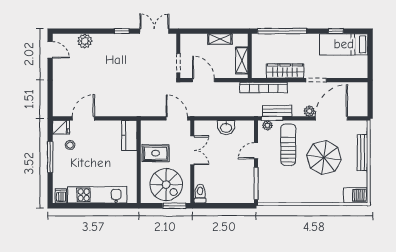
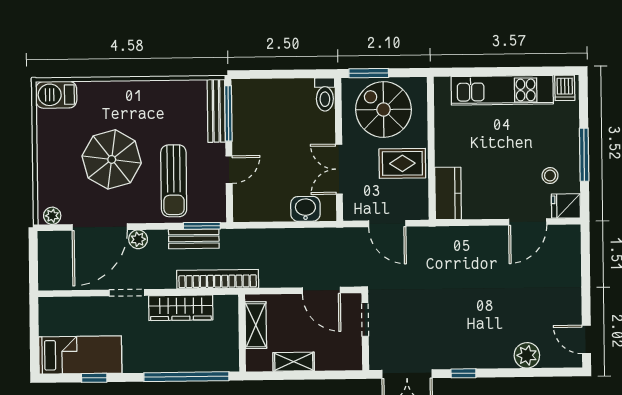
door: (177, 118) -> (387, 224), moved
plant: (267, 125) -> (52, 216), moved
washbasin: (226, 128) -> (305, 209), moved
bench: (363, 153) -> (216, 111), moved

